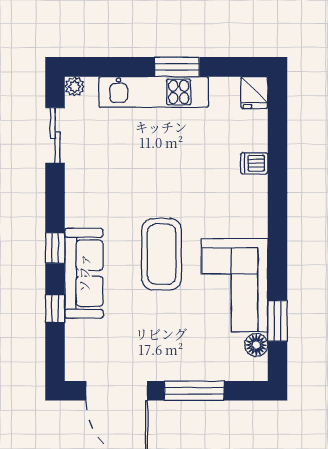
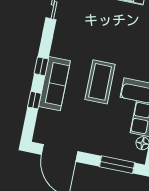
window: (194, 391) -> (117, 165), moved

